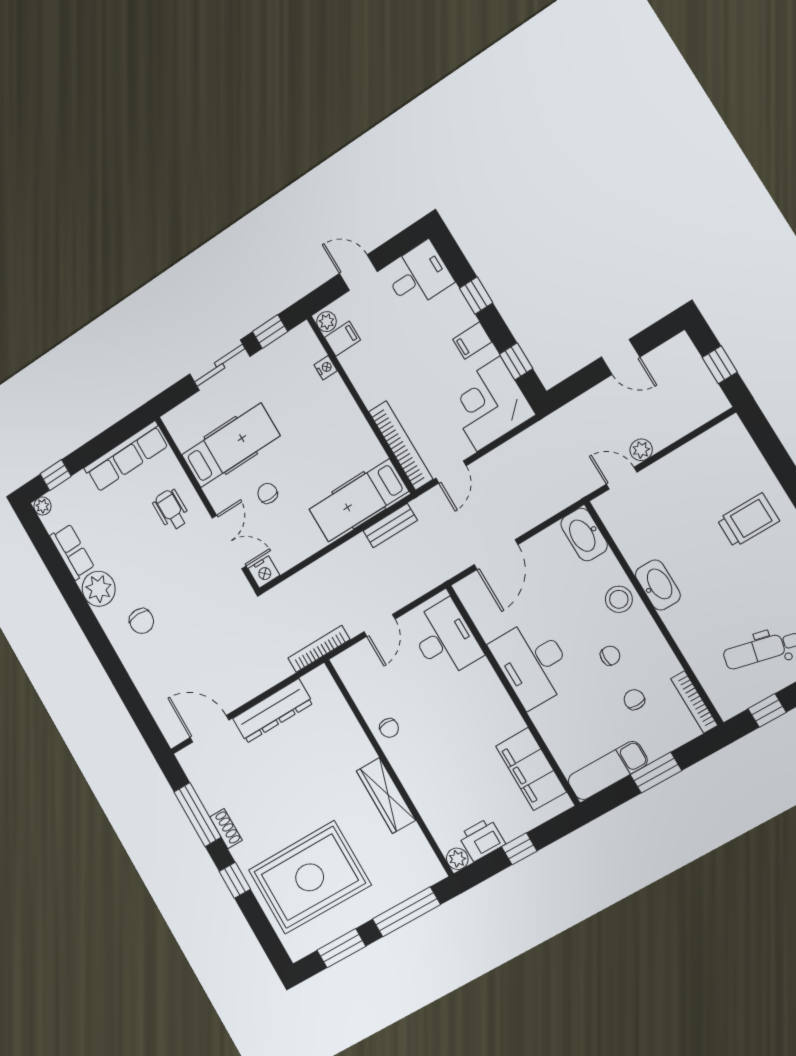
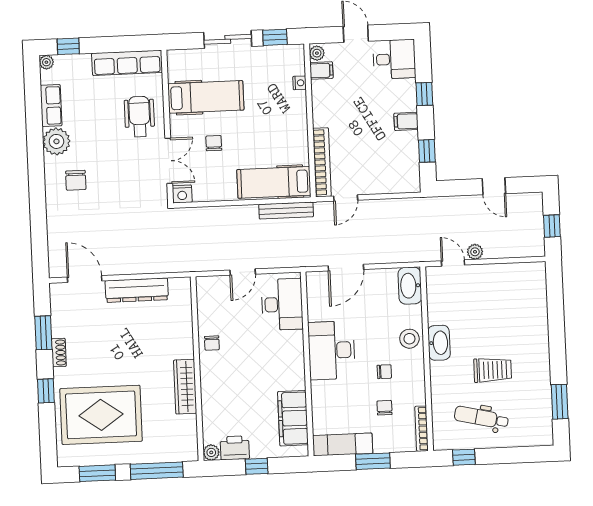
corner desk: (489, 404) -> (394, 168), removed
wheelchair: (171, 510) -> (139, 116), width x1.36, depth x1.37
trolley: (748, 520) -> (493, 370), moved
bench: (390, 526) -> (286, 211), width x1.36
bookcase: (319, 649) -> (192, 266), removed
window: (197, 815) -> (43, 333), width x0.69

